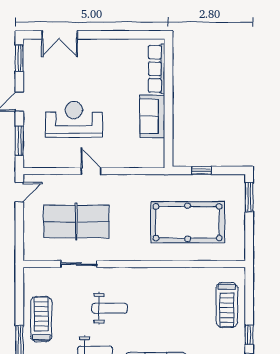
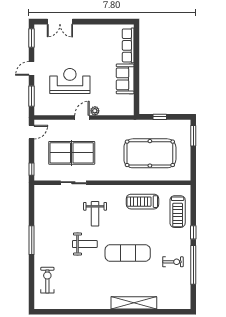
plant: (109, 162) -> (95, 111), added
door: (91, 171) -> (82, 117), hinge flipped
window: (19, 245) -> (32, 169), added
weight bench: (110, 308) -> (95, 214), turned 90
treadmill: (41, 319) -> (143, 202), moved, turned -90

